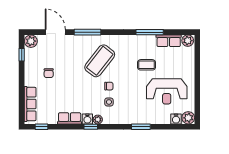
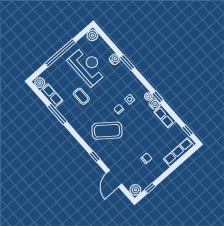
window: (88, 32) -> (95, 157), width x0.46
window: (197, 79) -> (60, 53), added
water cooler: (176, 119) -> (115, 59), moved

